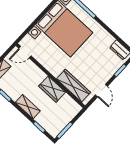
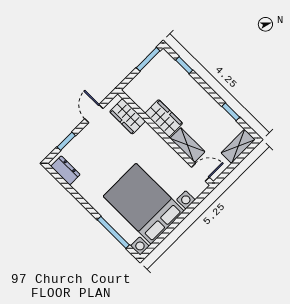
wardrobe: (73, 86) -> (127, 116), width x0.67
shelving: (28, 107) -> (188, 145), moved

